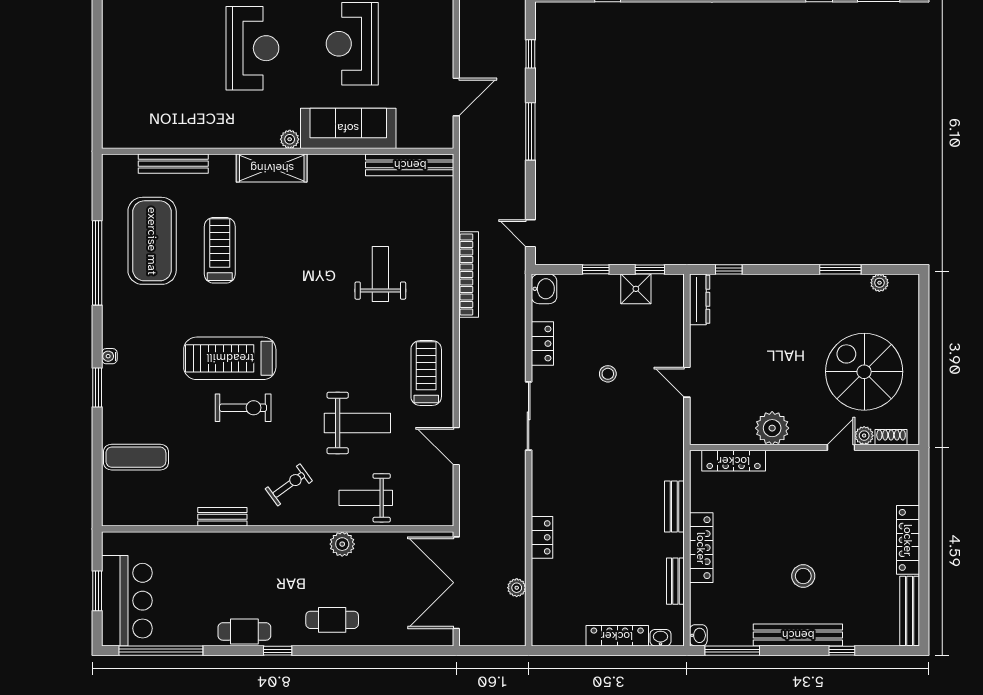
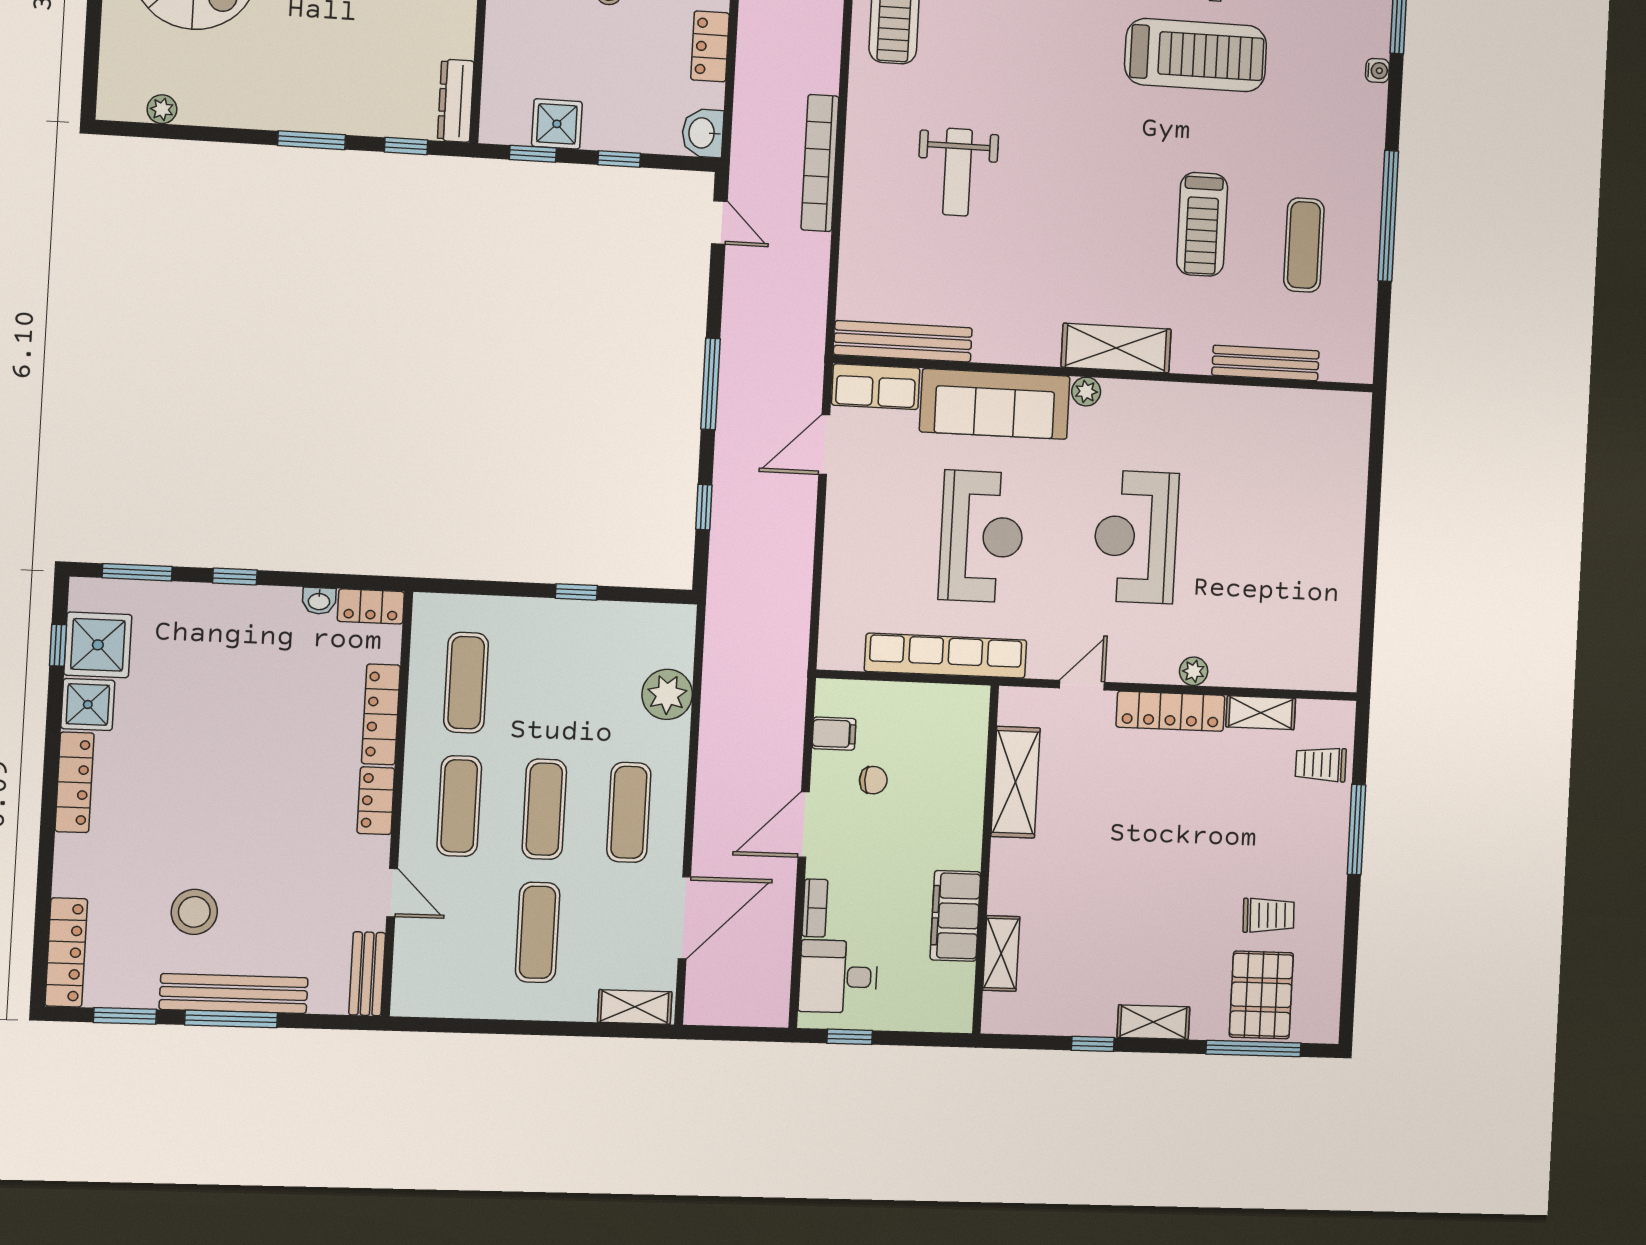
row of seats: (425, 135) -> (876, 387), added
exercise mat: (152, 241) -> (1304, 245), width x0.50, depth x0.69
window: (840, 269) -> (312, 140), moved

